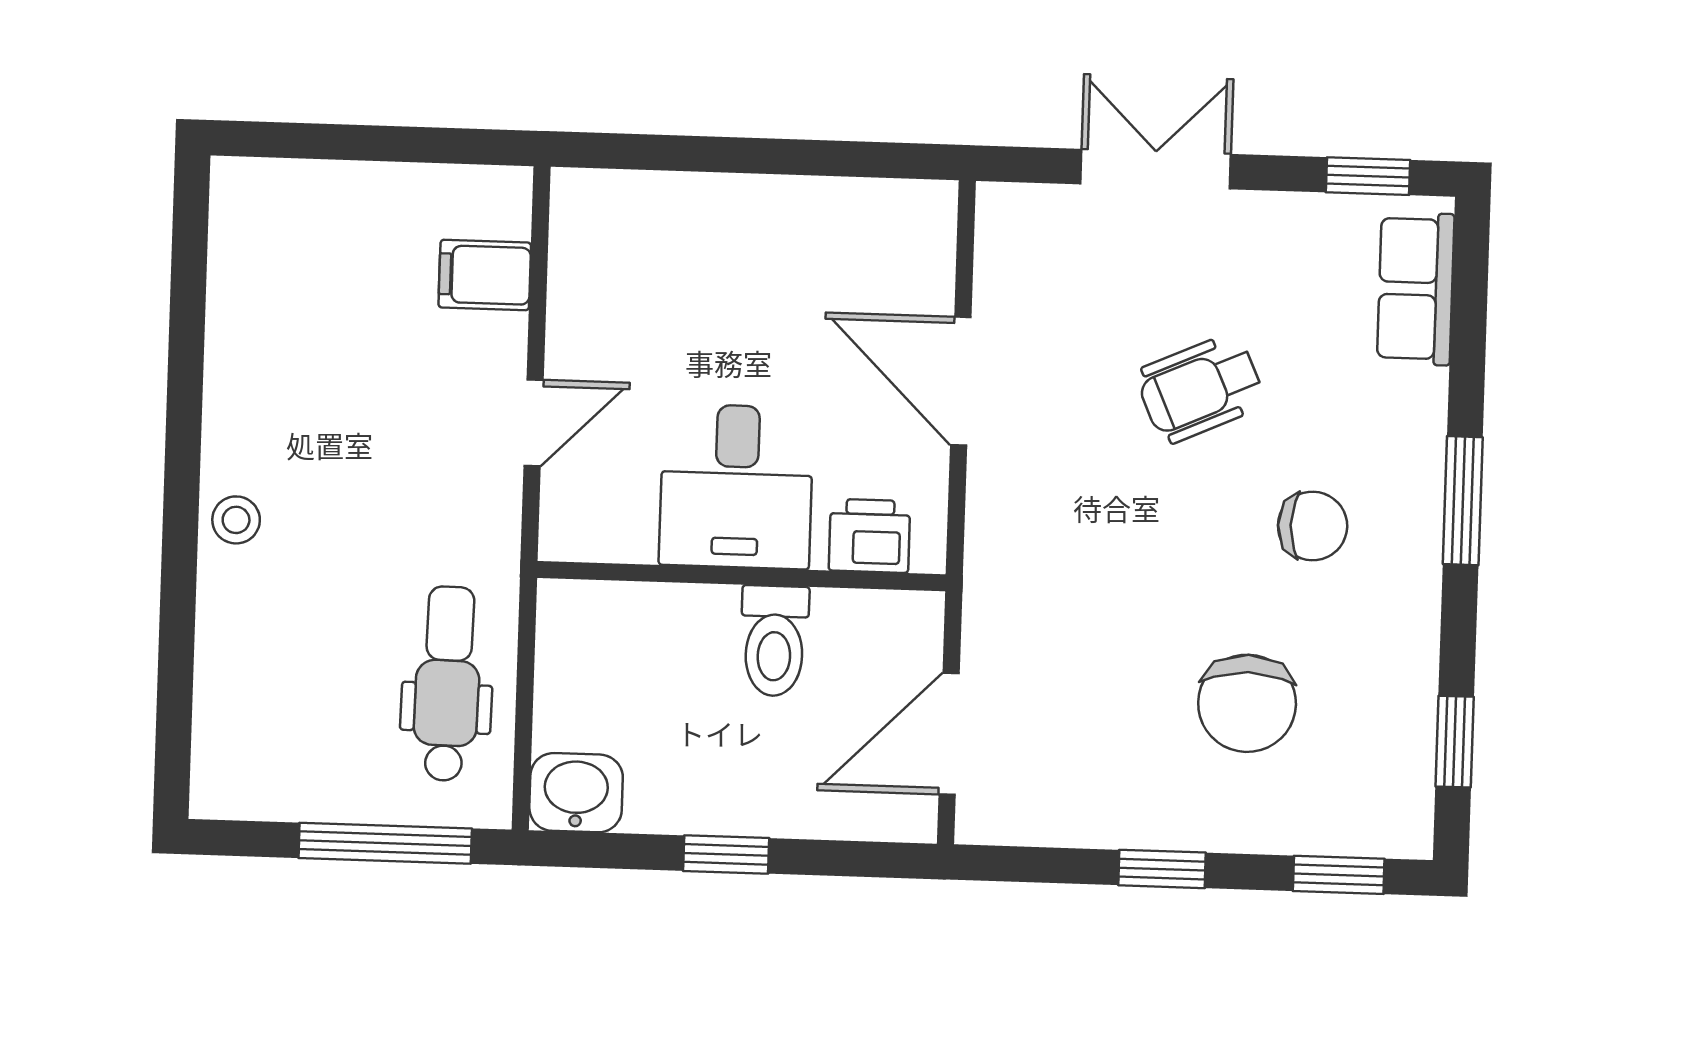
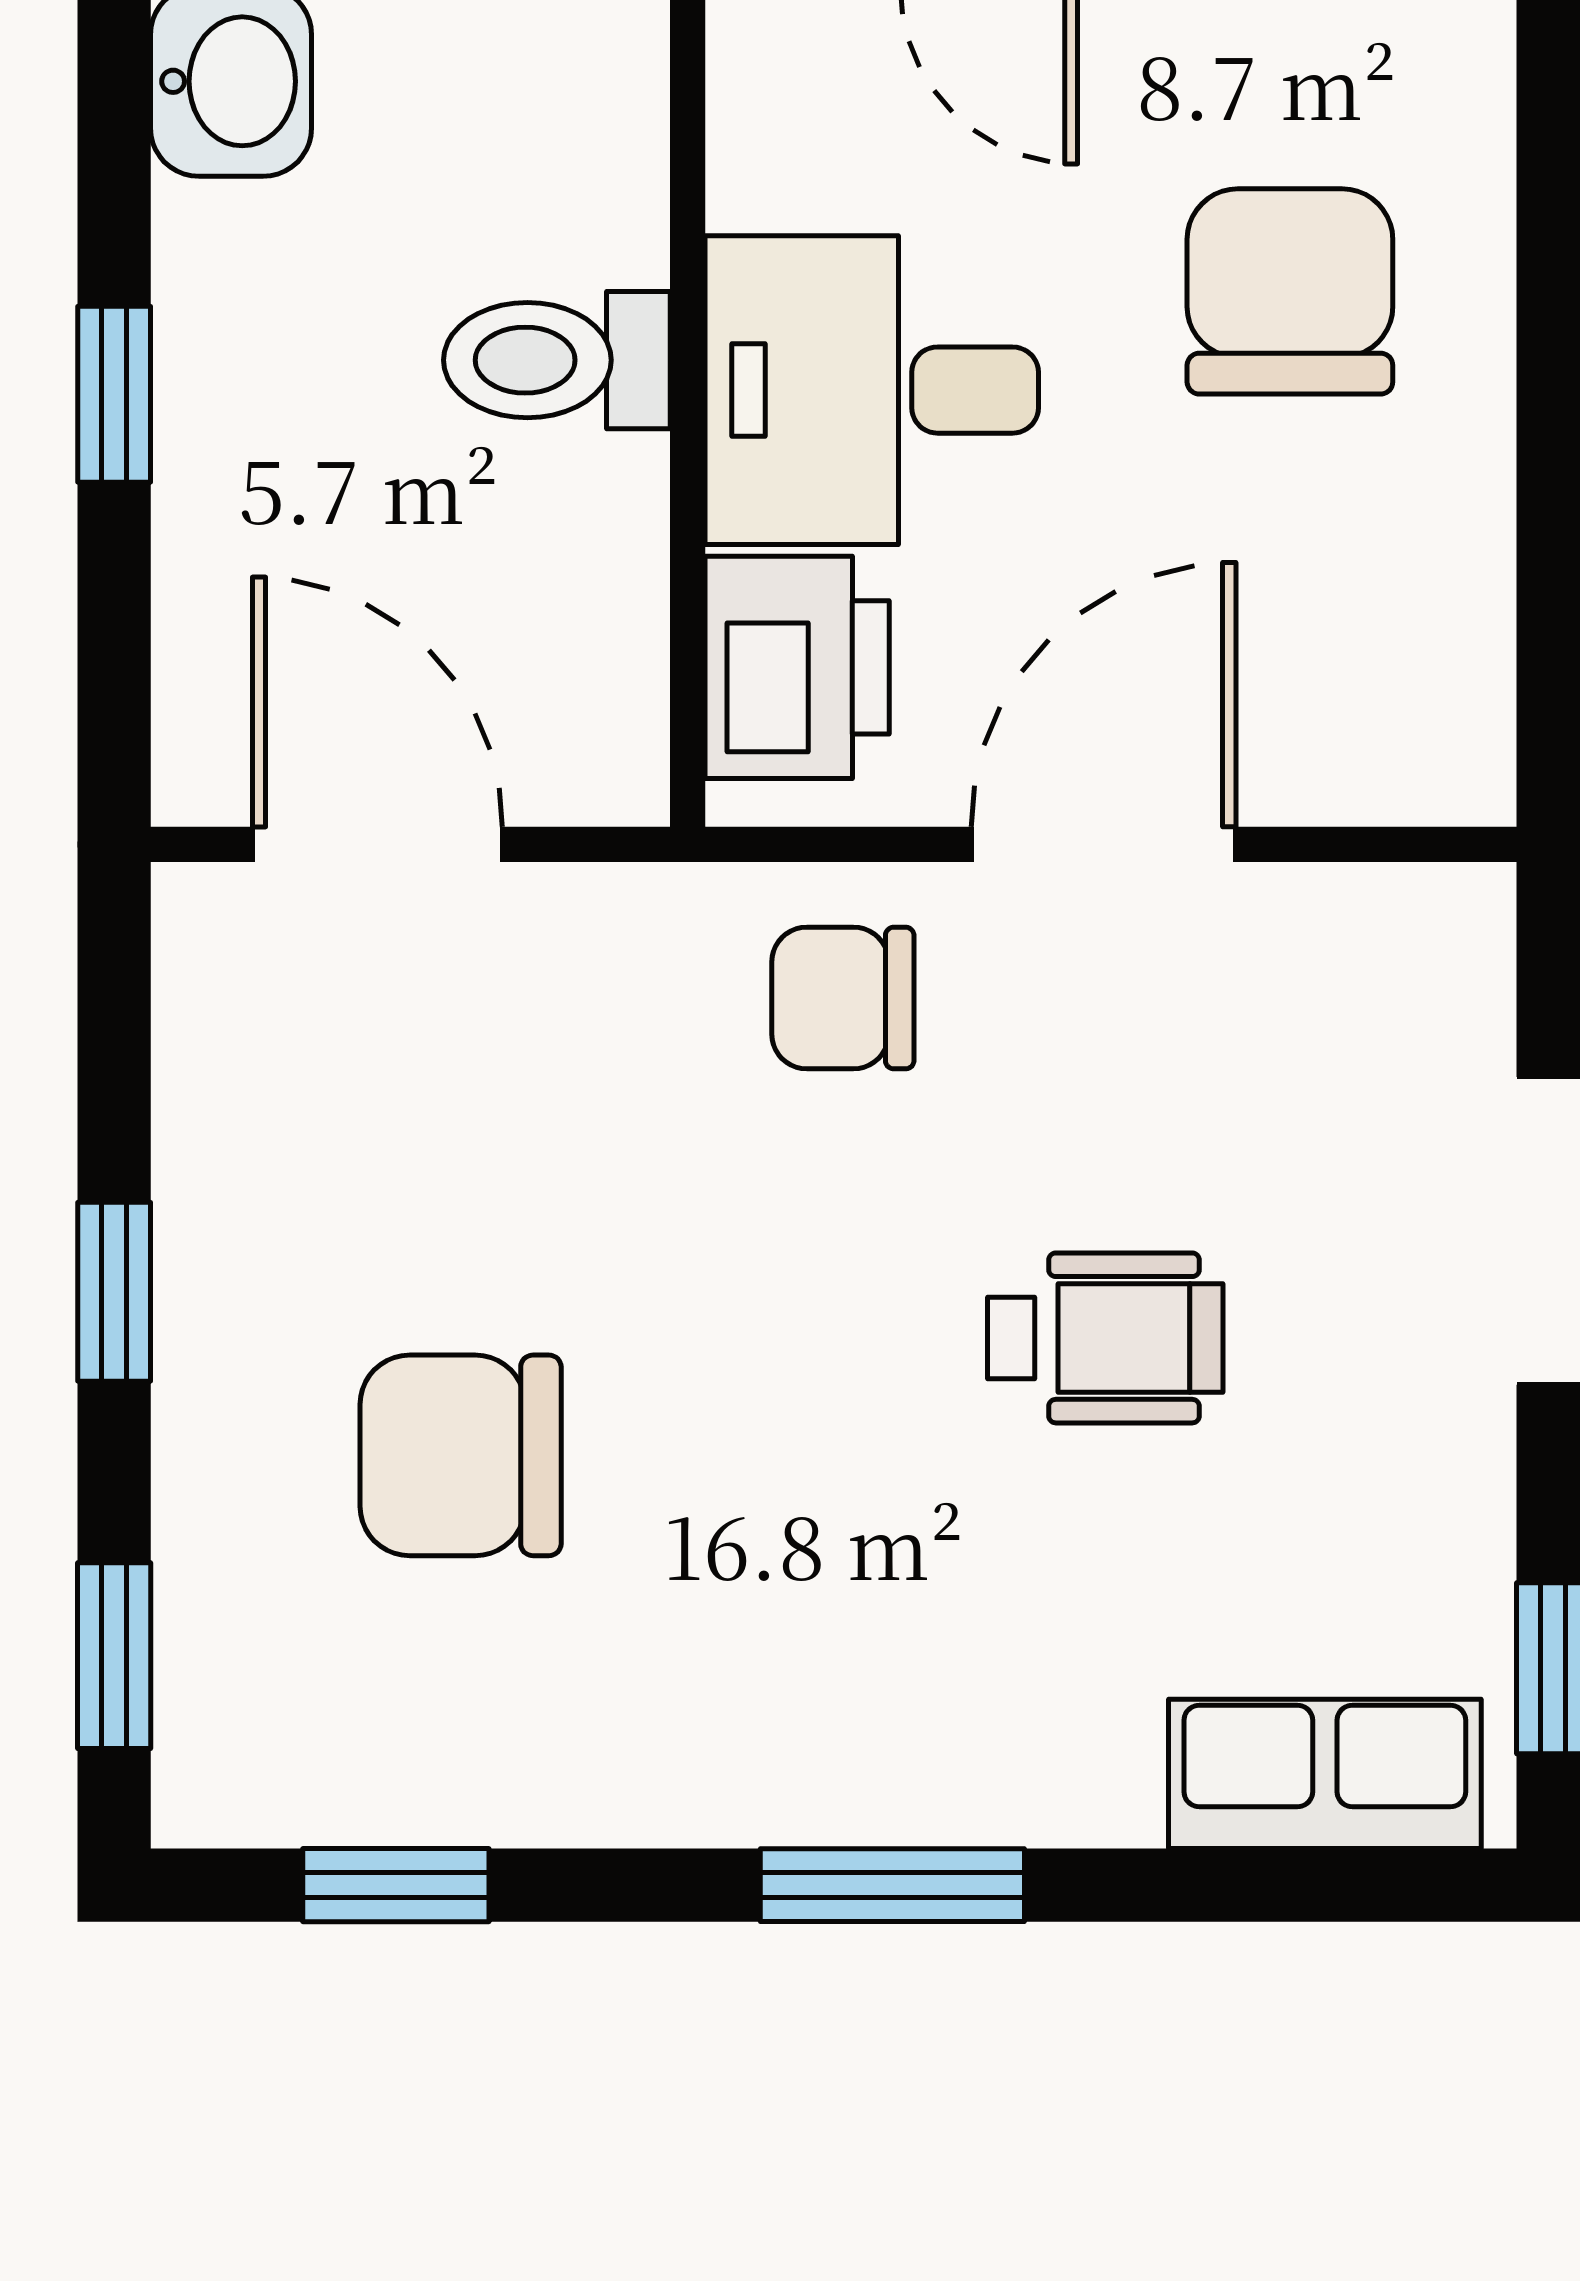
chair: (695, 282) -> (1290, 291), added
wheelchair: (1200, 388) -> (1105, 1338), turned 114
chair: (1313, 526) -> (843, 998), moved, turned 90
printer: (870, 536) -> (797, 667), width x1.36, depth x1.24
toilet: (774, 641) -> (557, 360), moved

